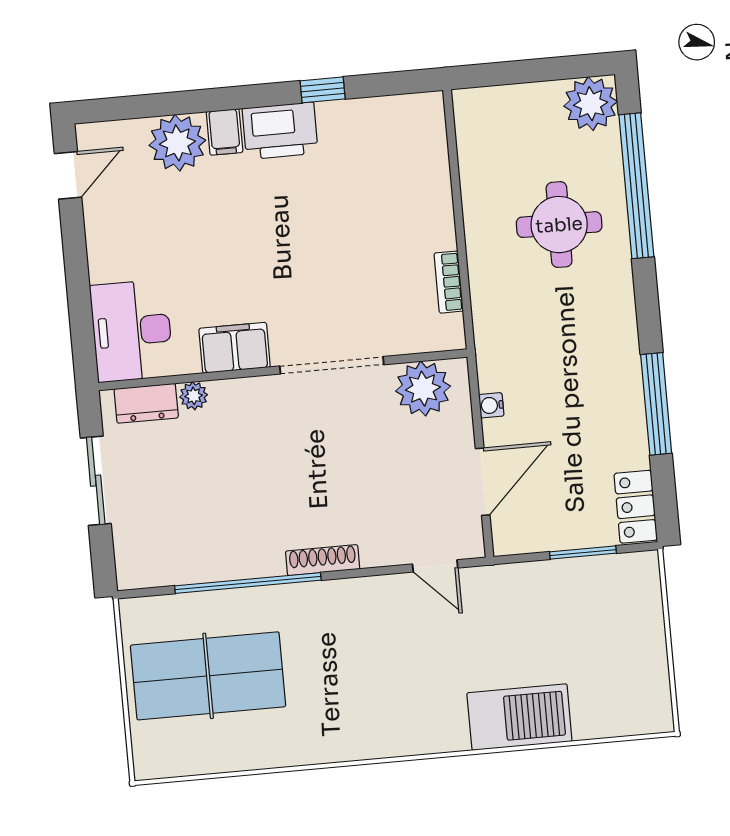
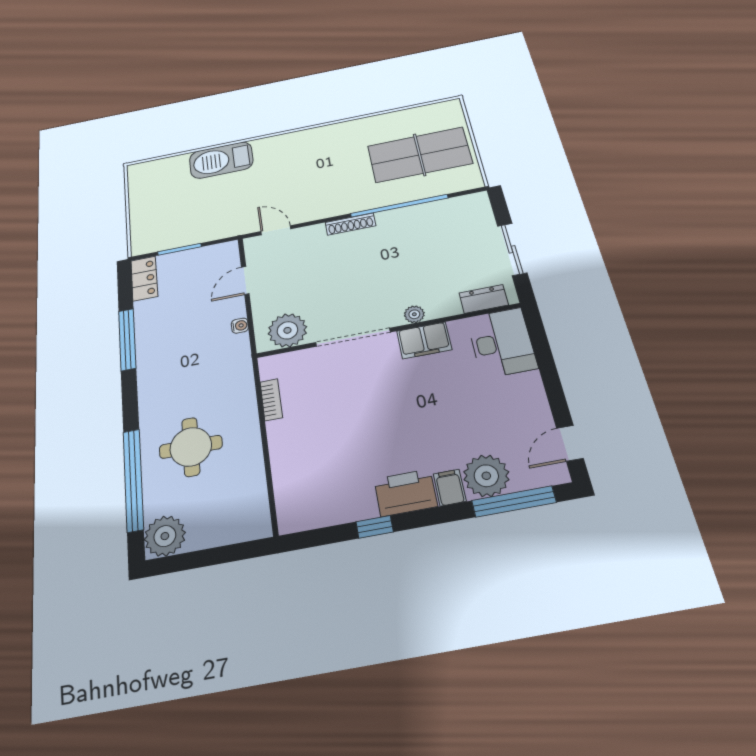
window: (148, 106) -> (514, 501), added
plant: (194, 396) -> (414, 314), moved
door: (483, 482) -> (245, 280), width x0.73

